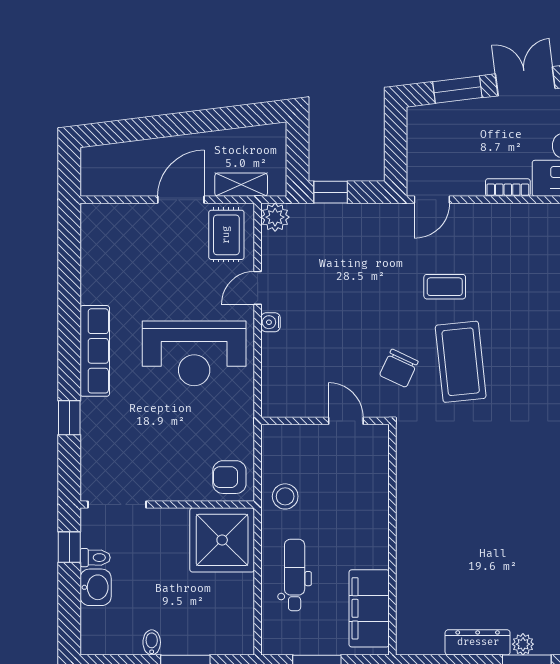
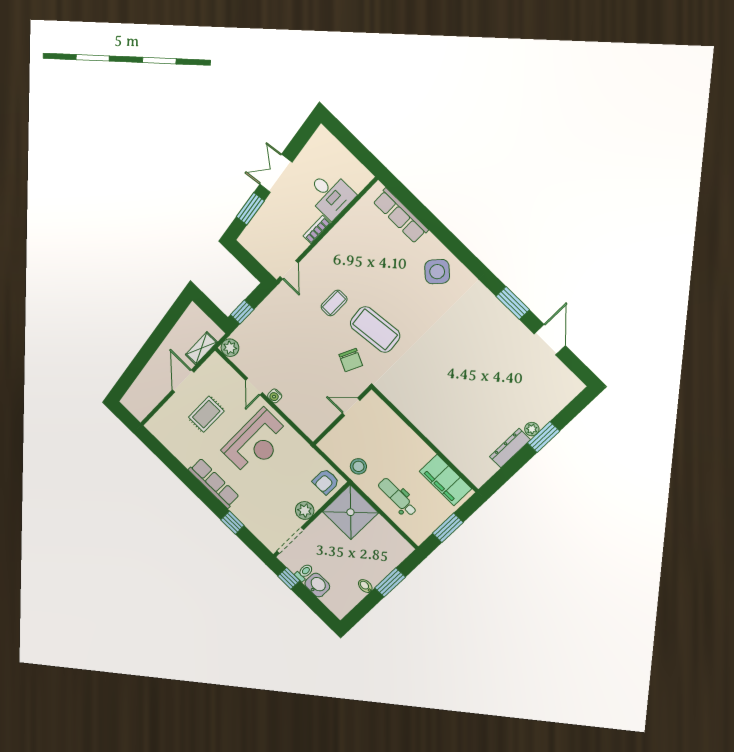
rug: (226, 235) -> (206, 414), moved, turned 90
plant: (170, 486) -> (305, 510), added

